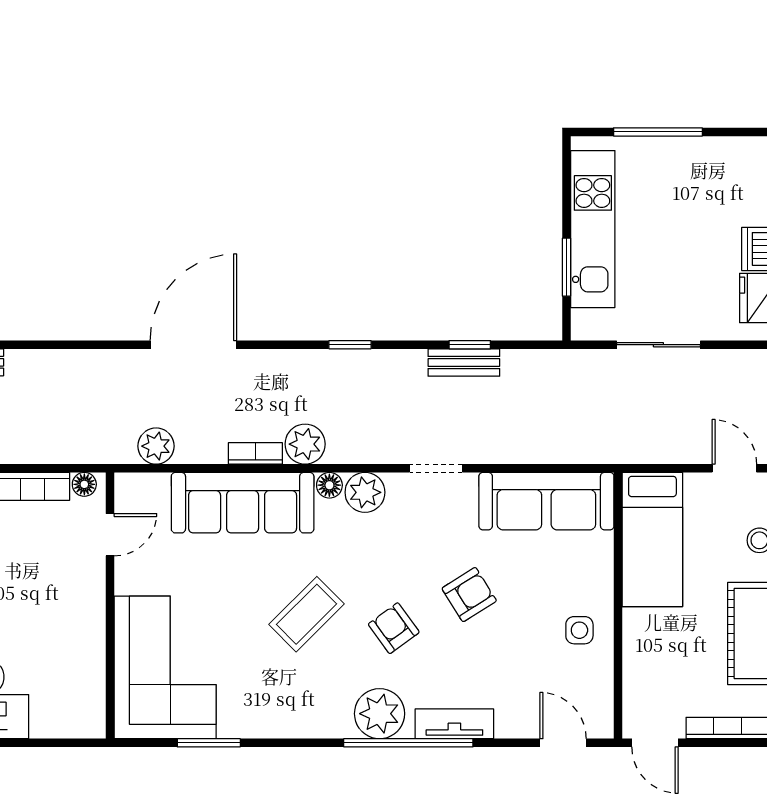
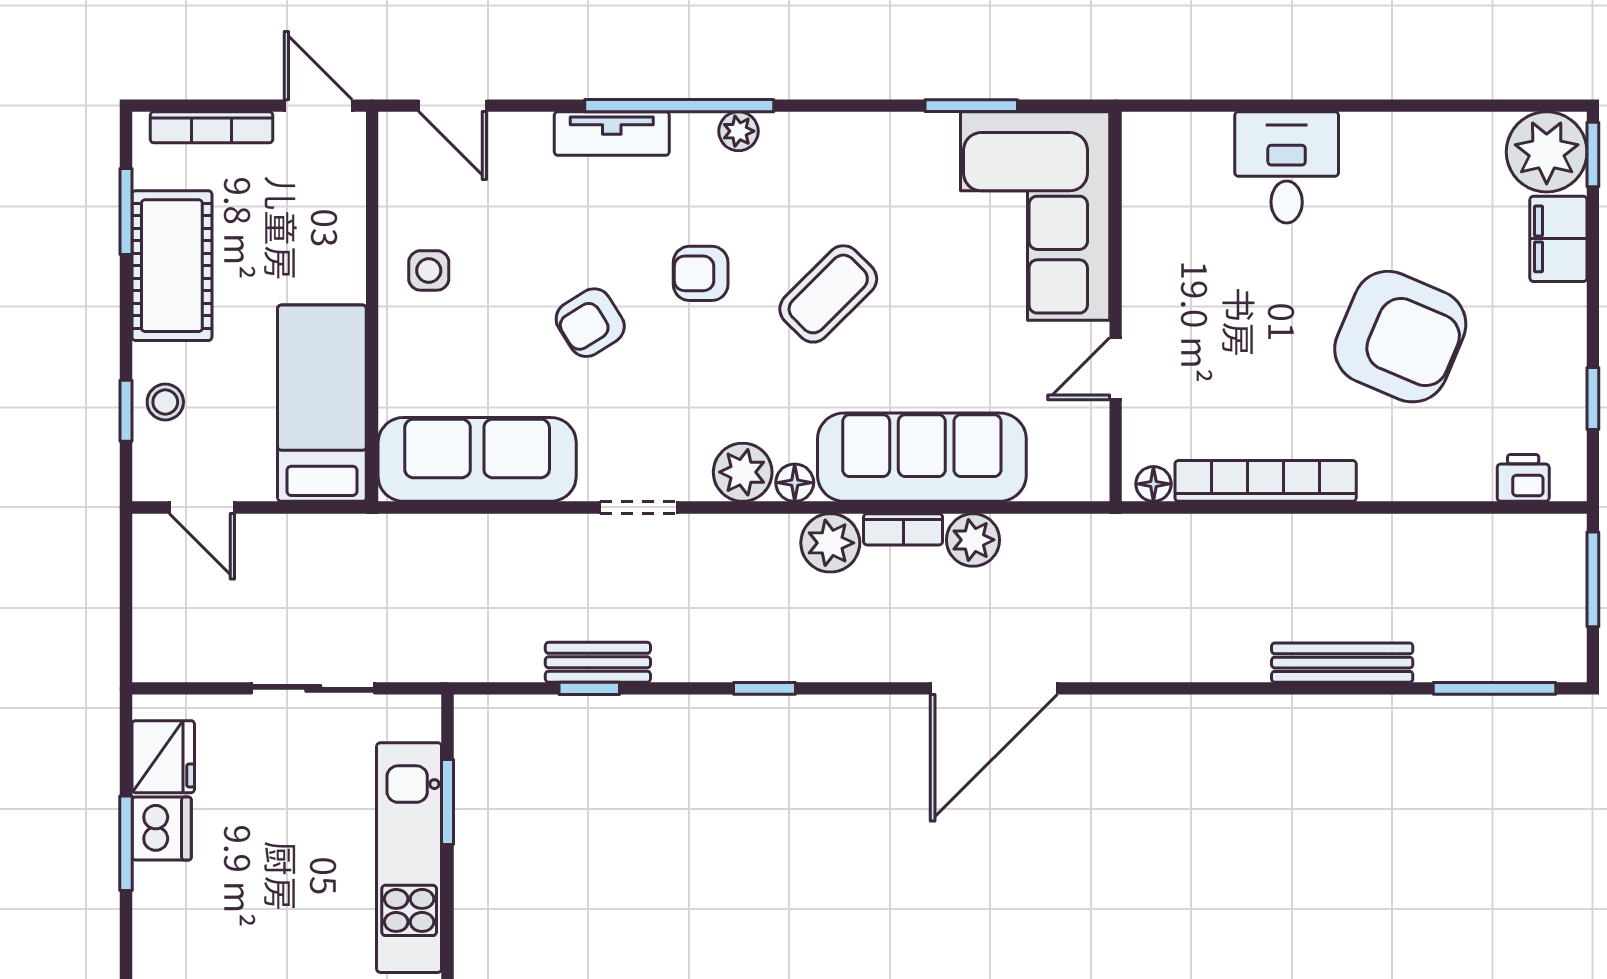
plant: (156, 446) -> (973, 540), moved
door: (110, 535) -> (1116, 369), moved
armchair: (394, 628) -> (701, 273), turned 126
plant: (380, 714) -> (738, 131), width x0.53, depth x0.53

